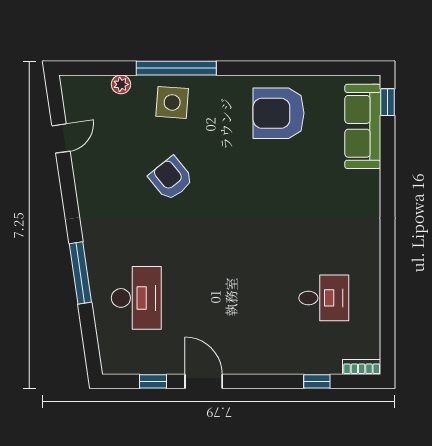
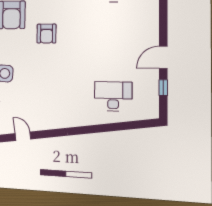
armchair: (171, 178) -> (46, 34), moved, turned -51
window: (80, 273) -> (98, 129), removed

